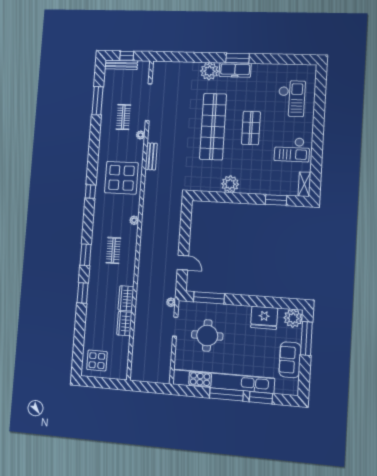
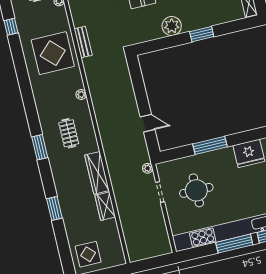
bench: (151, 156) -> (83, 42), moved
window: (90, 191) -> (11, 27), moved
window: (276, 200) -> (202, 34), moved
window: (83, 293) -> (54, 208), moved
wardrobe: (126, 298) -> (97, 173), width x1.50
window: (209, 298) -> (210, 145), moved

